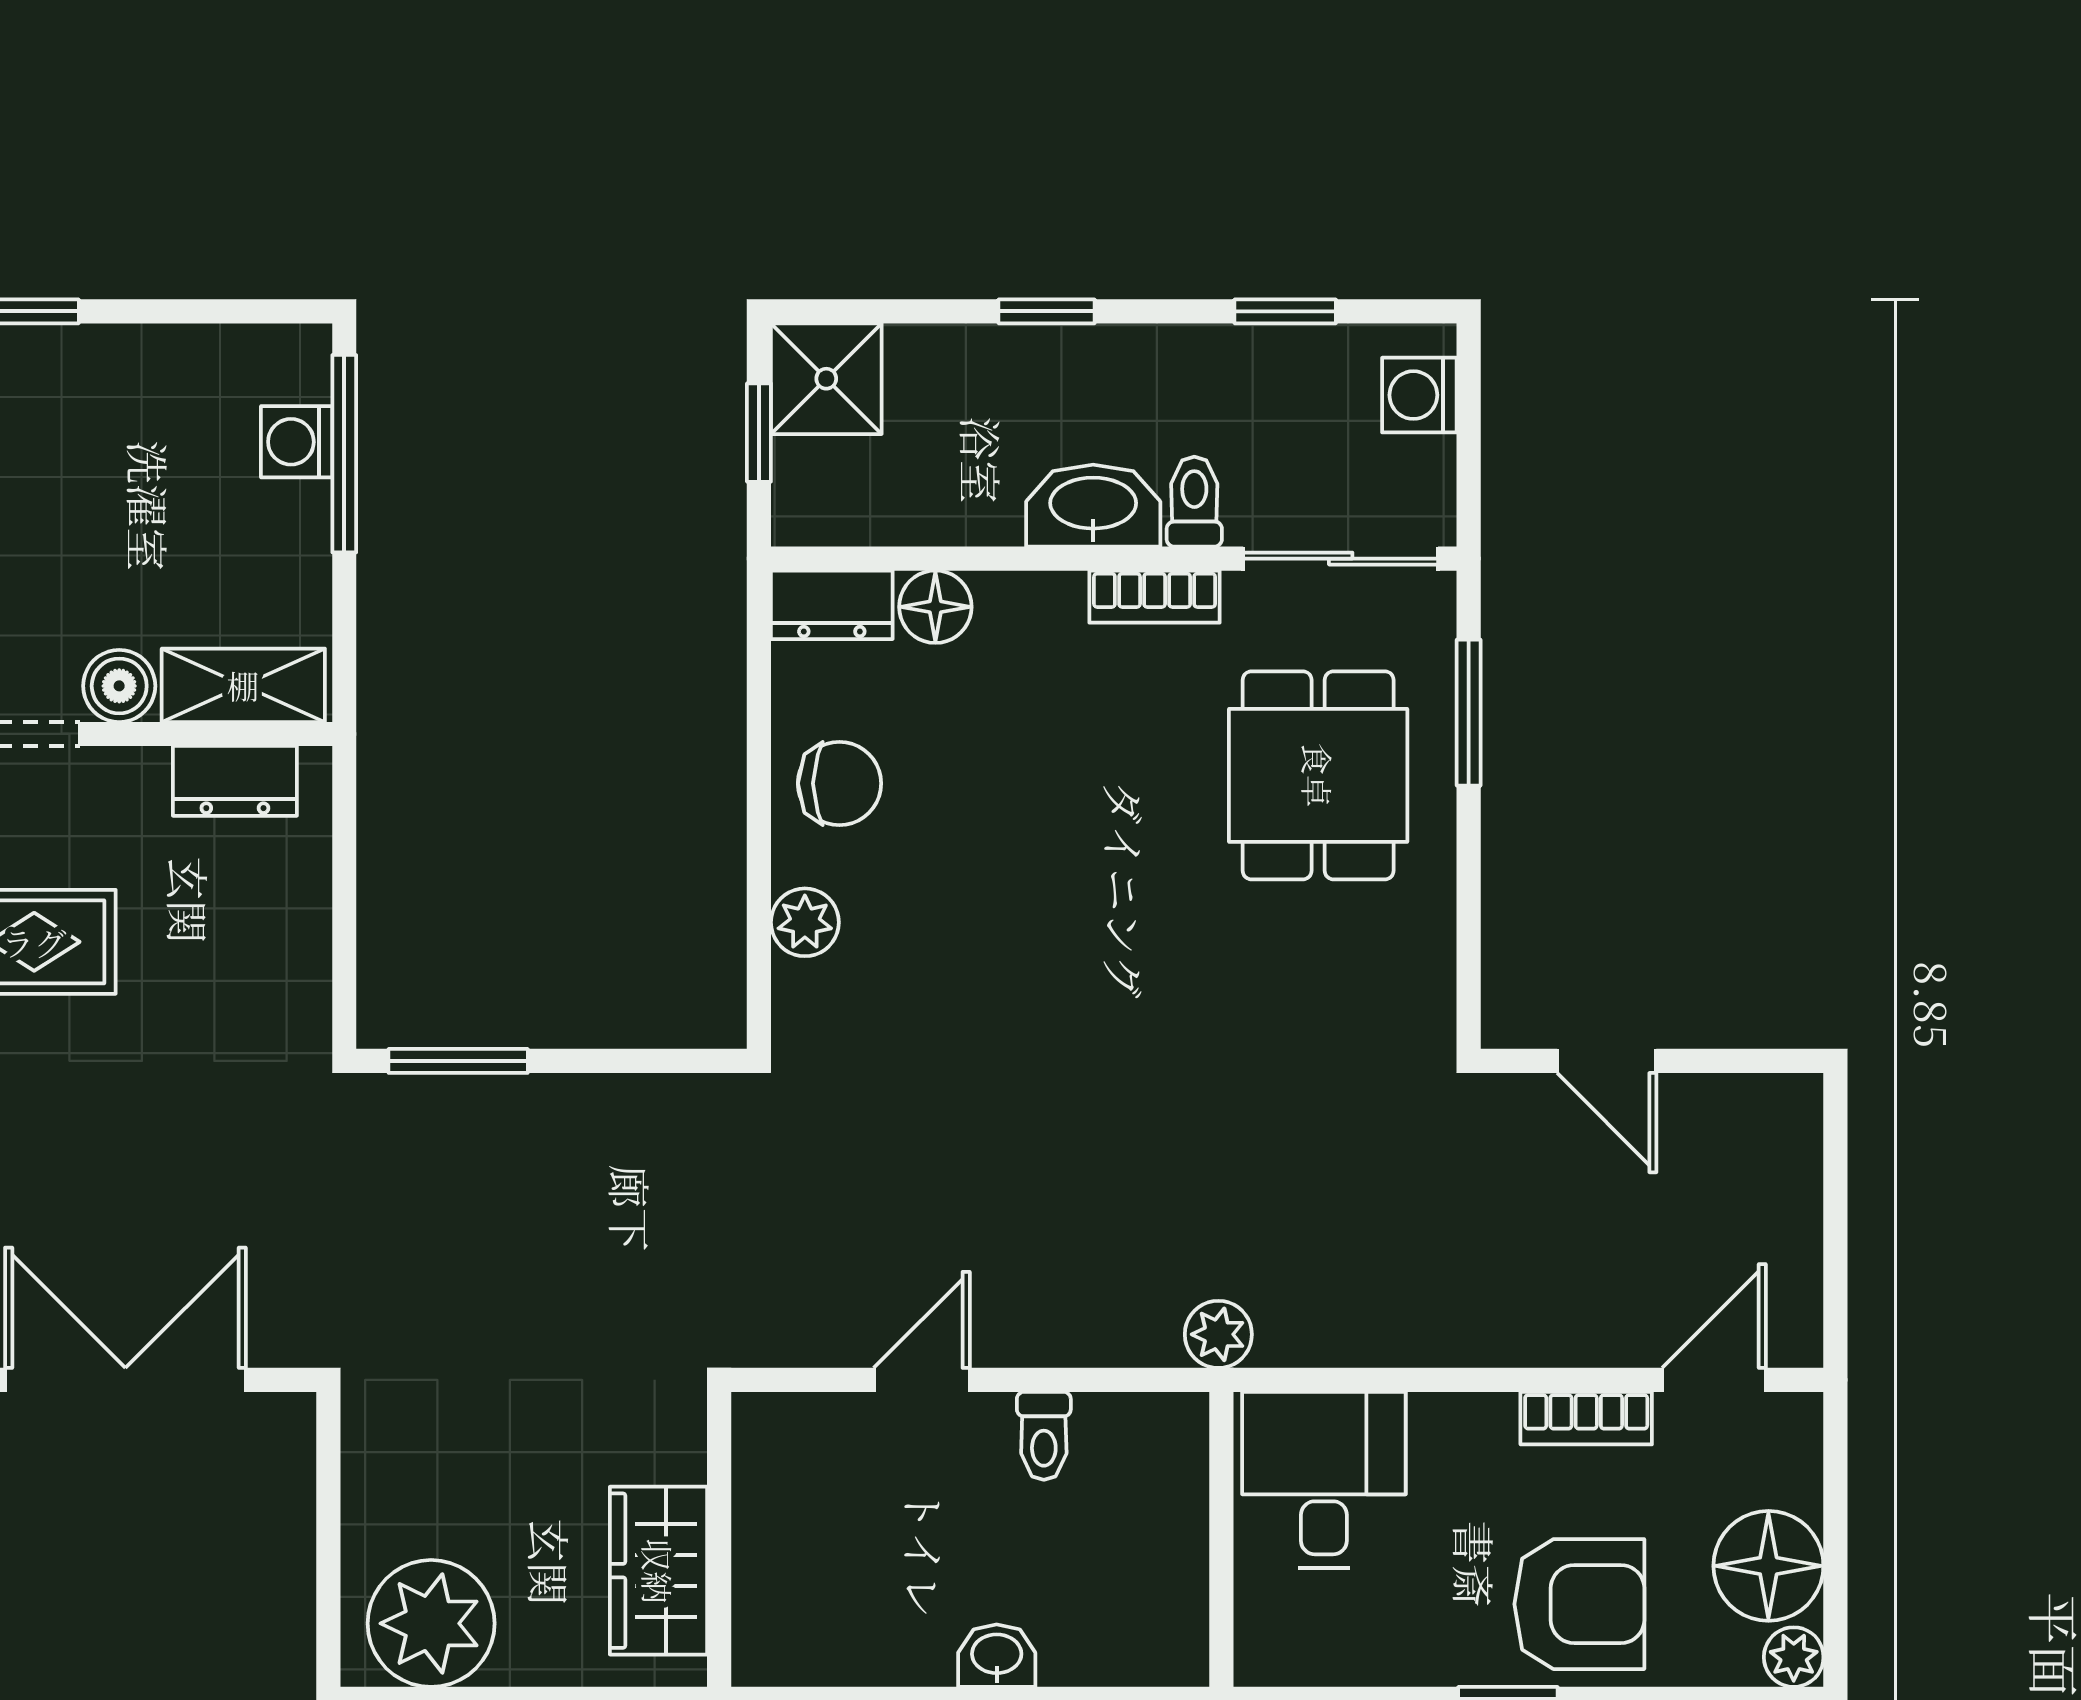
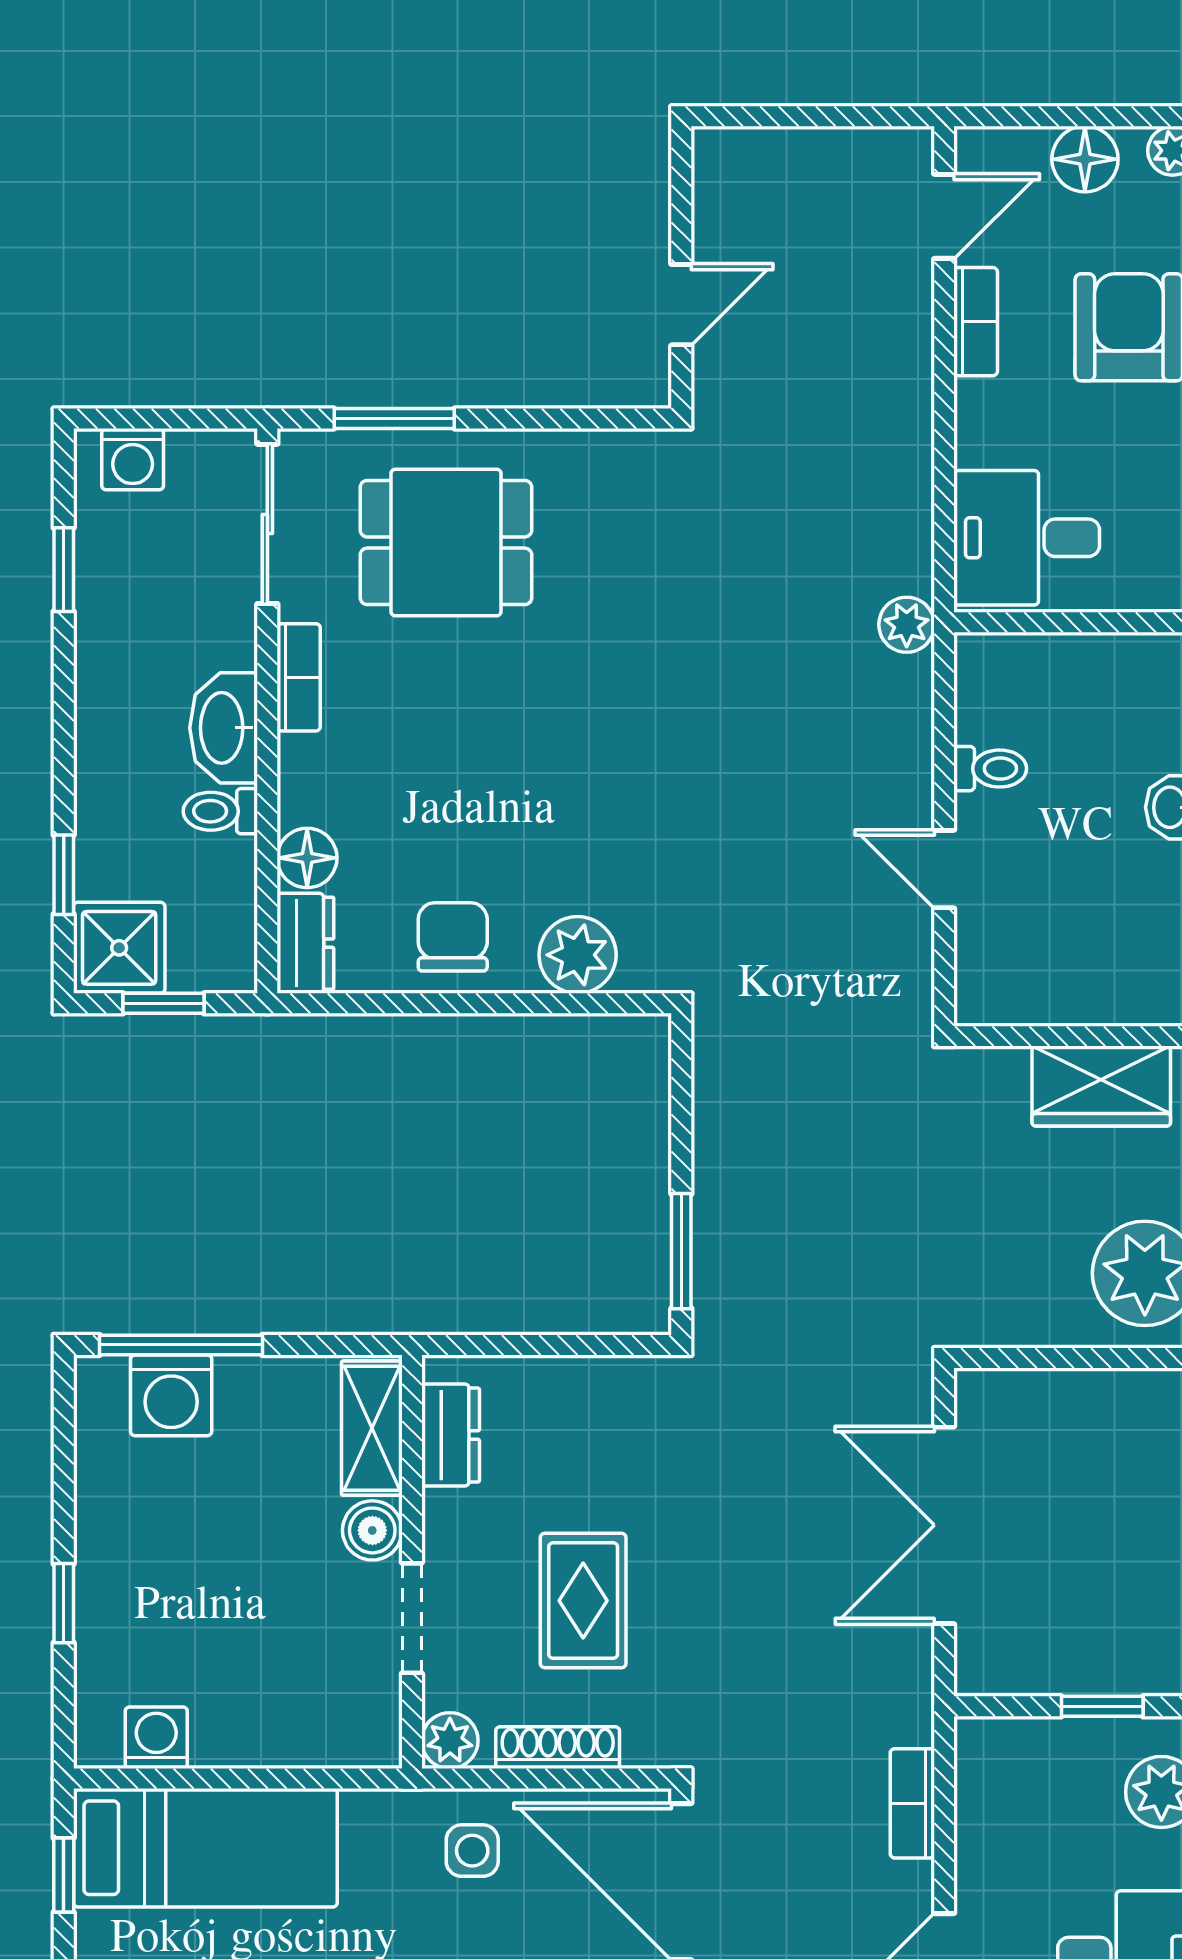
window: (1047, 311) -> (64, 875), moved
washing machine: (297, 442) -> (171, 1395), width x1.38, depth x1.38
toilet: (1194, 502) -> (220, 811), moved
plant: (805, 922) -> (578, 955), width x1.38, depth x1.38
door: (1714, 1380) -> (944, 216), swing flipped
floor lamp: (1768, 1566) -> (1085, 159), width x0.73, depth x0.73

